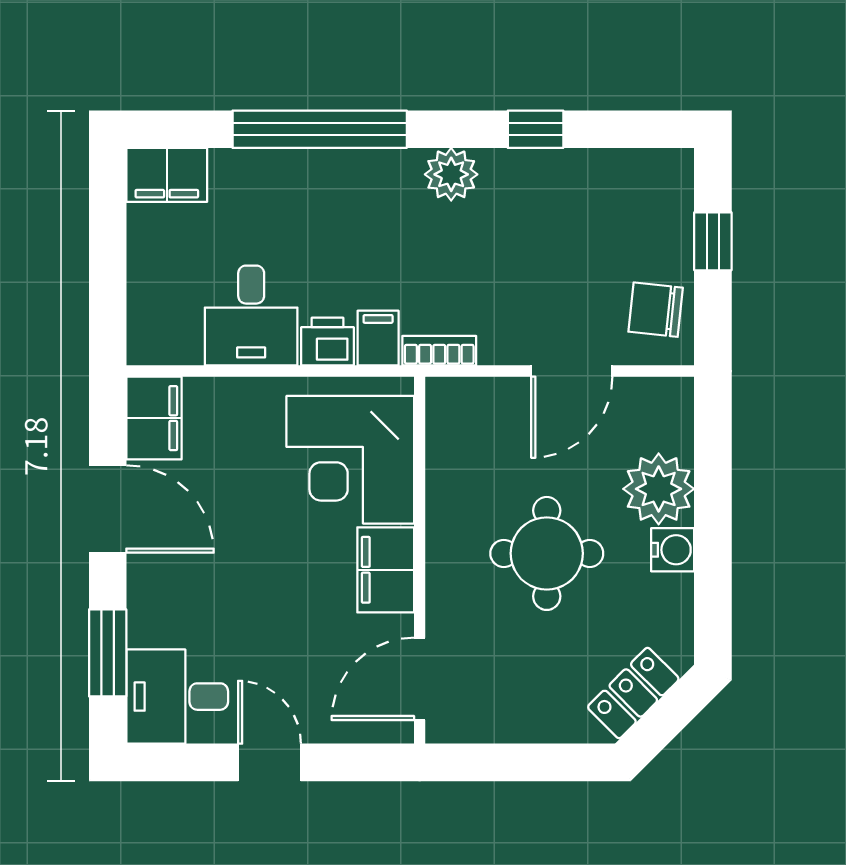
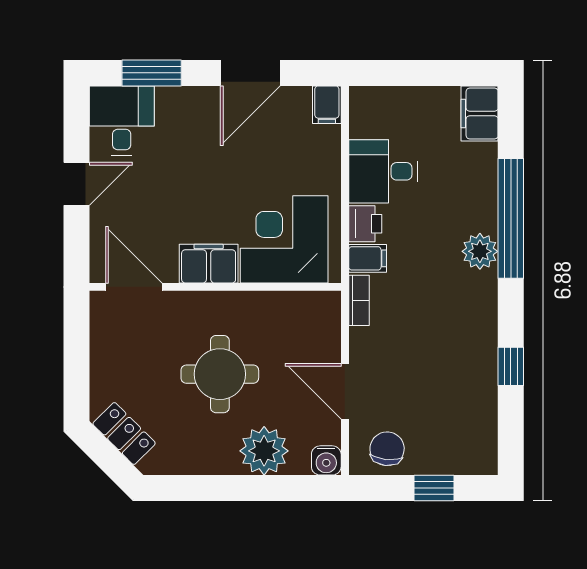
plant: (451, 174) -> (480, 251), moved
filing cabinet: (154, 418) -> (327, 105), width x0.50
water cooler: (673, 550) -> (326, 460), moved

